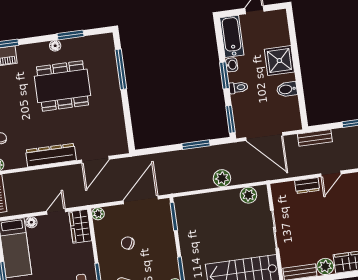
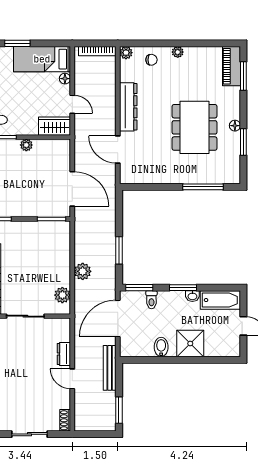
toilet: (238, 87) -> (151, 300), moved
bench: (315, 138) -> (110, 368), width x1.36
plant: (98, 214) -> (26, 145), moved
chair: (128, 243) -> (32, 170), removed

